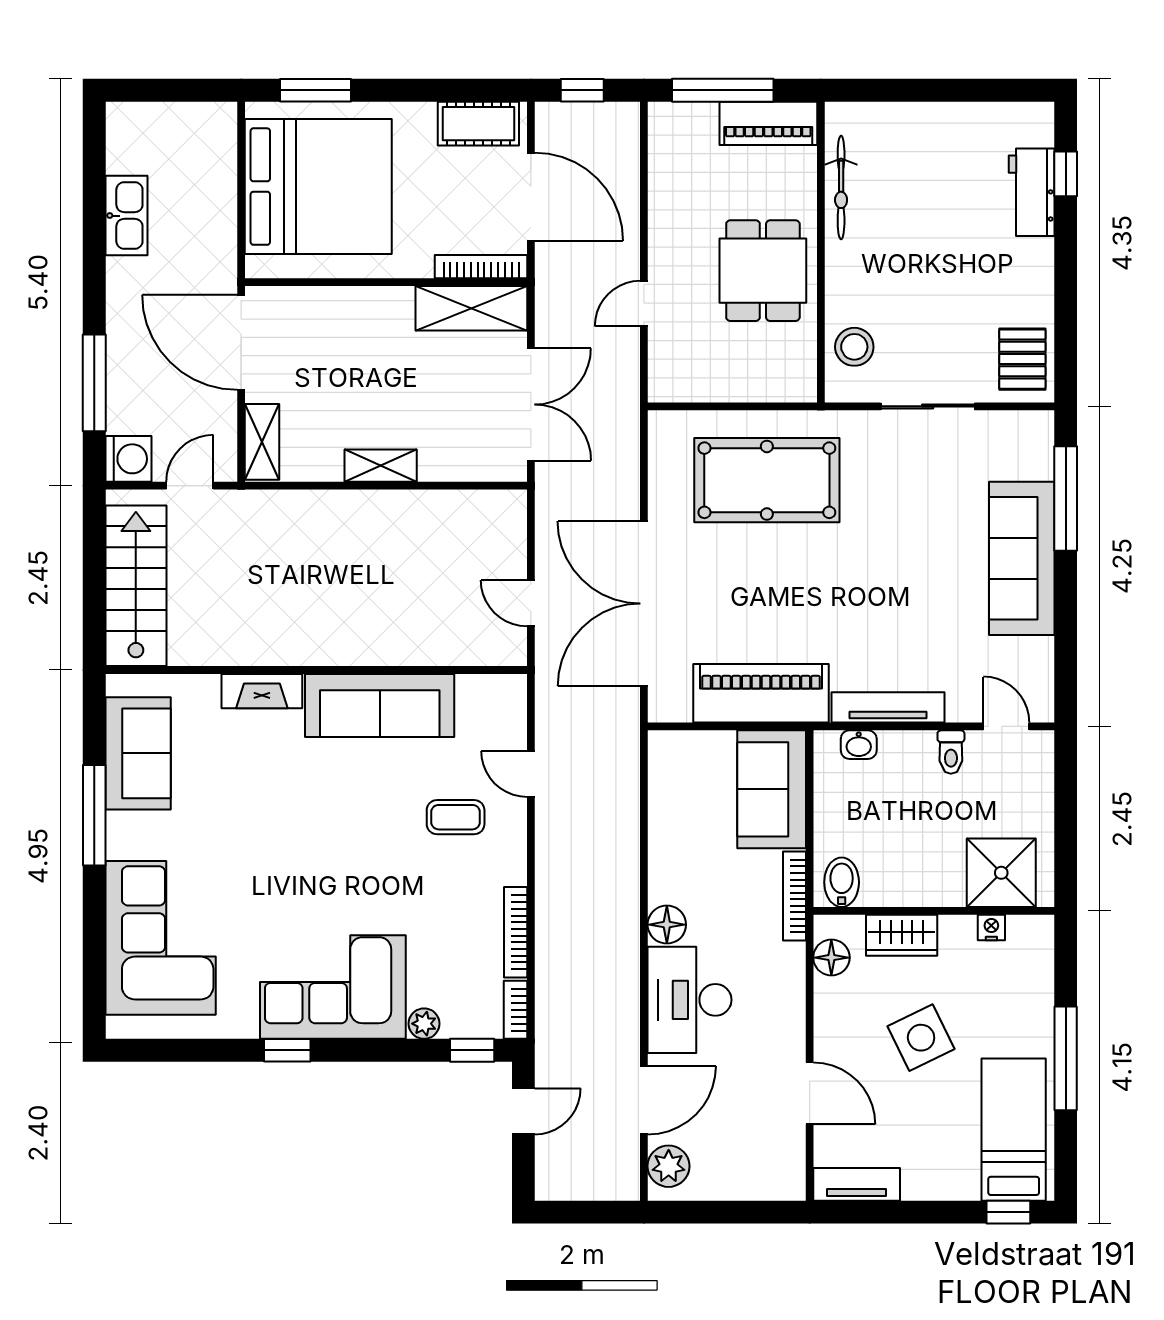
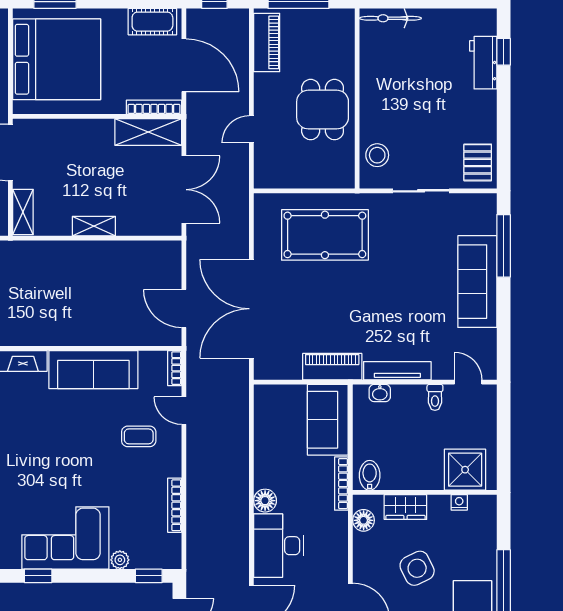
piano: (768, 123) -> (267, 42), moved, turned -90
bicycle: (841, 187) -> (390, 18), moved, turned 90
door: (531, 603) -> (184, 308), width x1.38
piano: (761, 693) -> (332, 367), width x0.73, depth x0.75
bookcase: (516, 1010) -> (175, 368), moved

